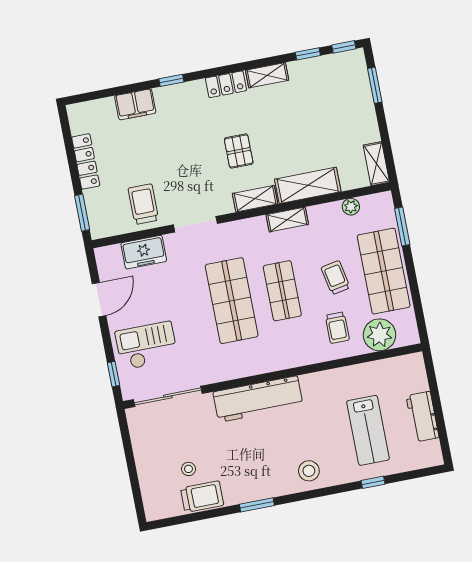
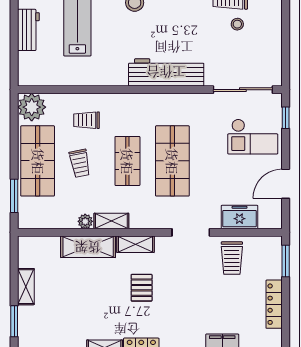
shelving: (376, 164) -> (26, 287), moved
plant: (351, 207) -> (85, 221), moved
trolley: (337, 328) -> (87, 120), turned -90
plant: (379, 335) -> (32, 107), moved

